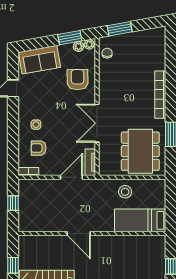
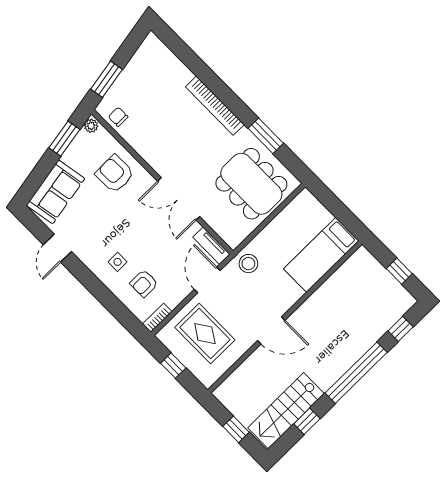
plant: (78, 46) -> (82, 139), removed
stool: (125, 192) -> (248, 264), moved
rug: (44, 203) -> (205, 334), added

